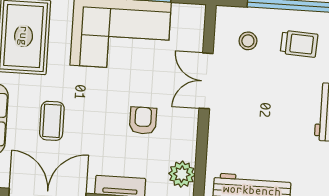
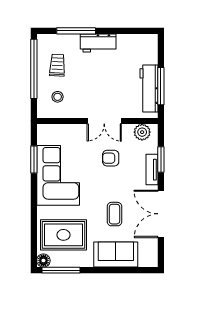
double door: (206, 81) -> (104, 121), moved
coffee table: (52, 121) -> (114, 214), turned 90

